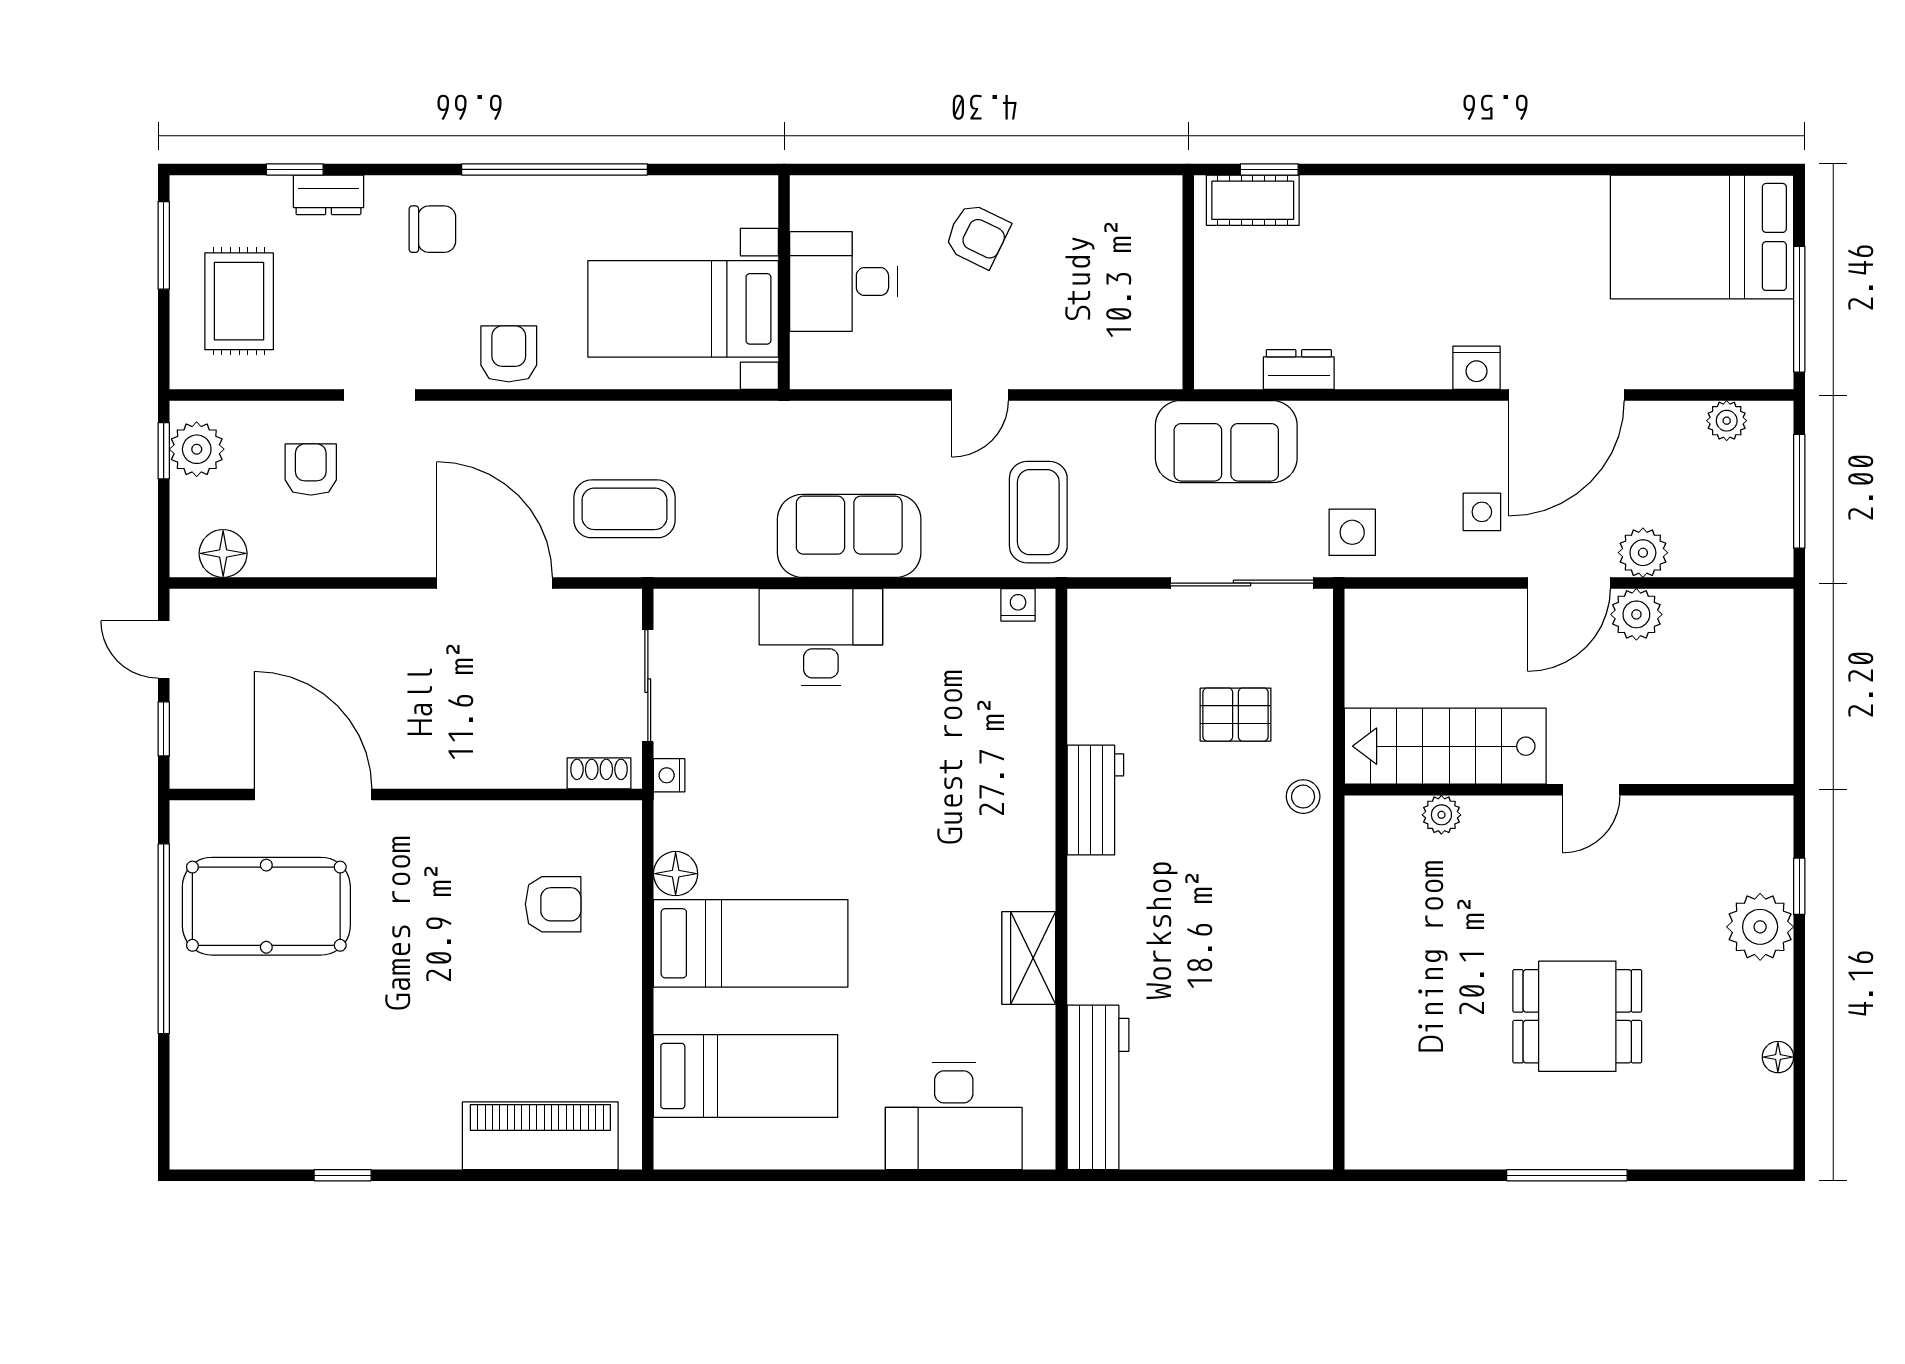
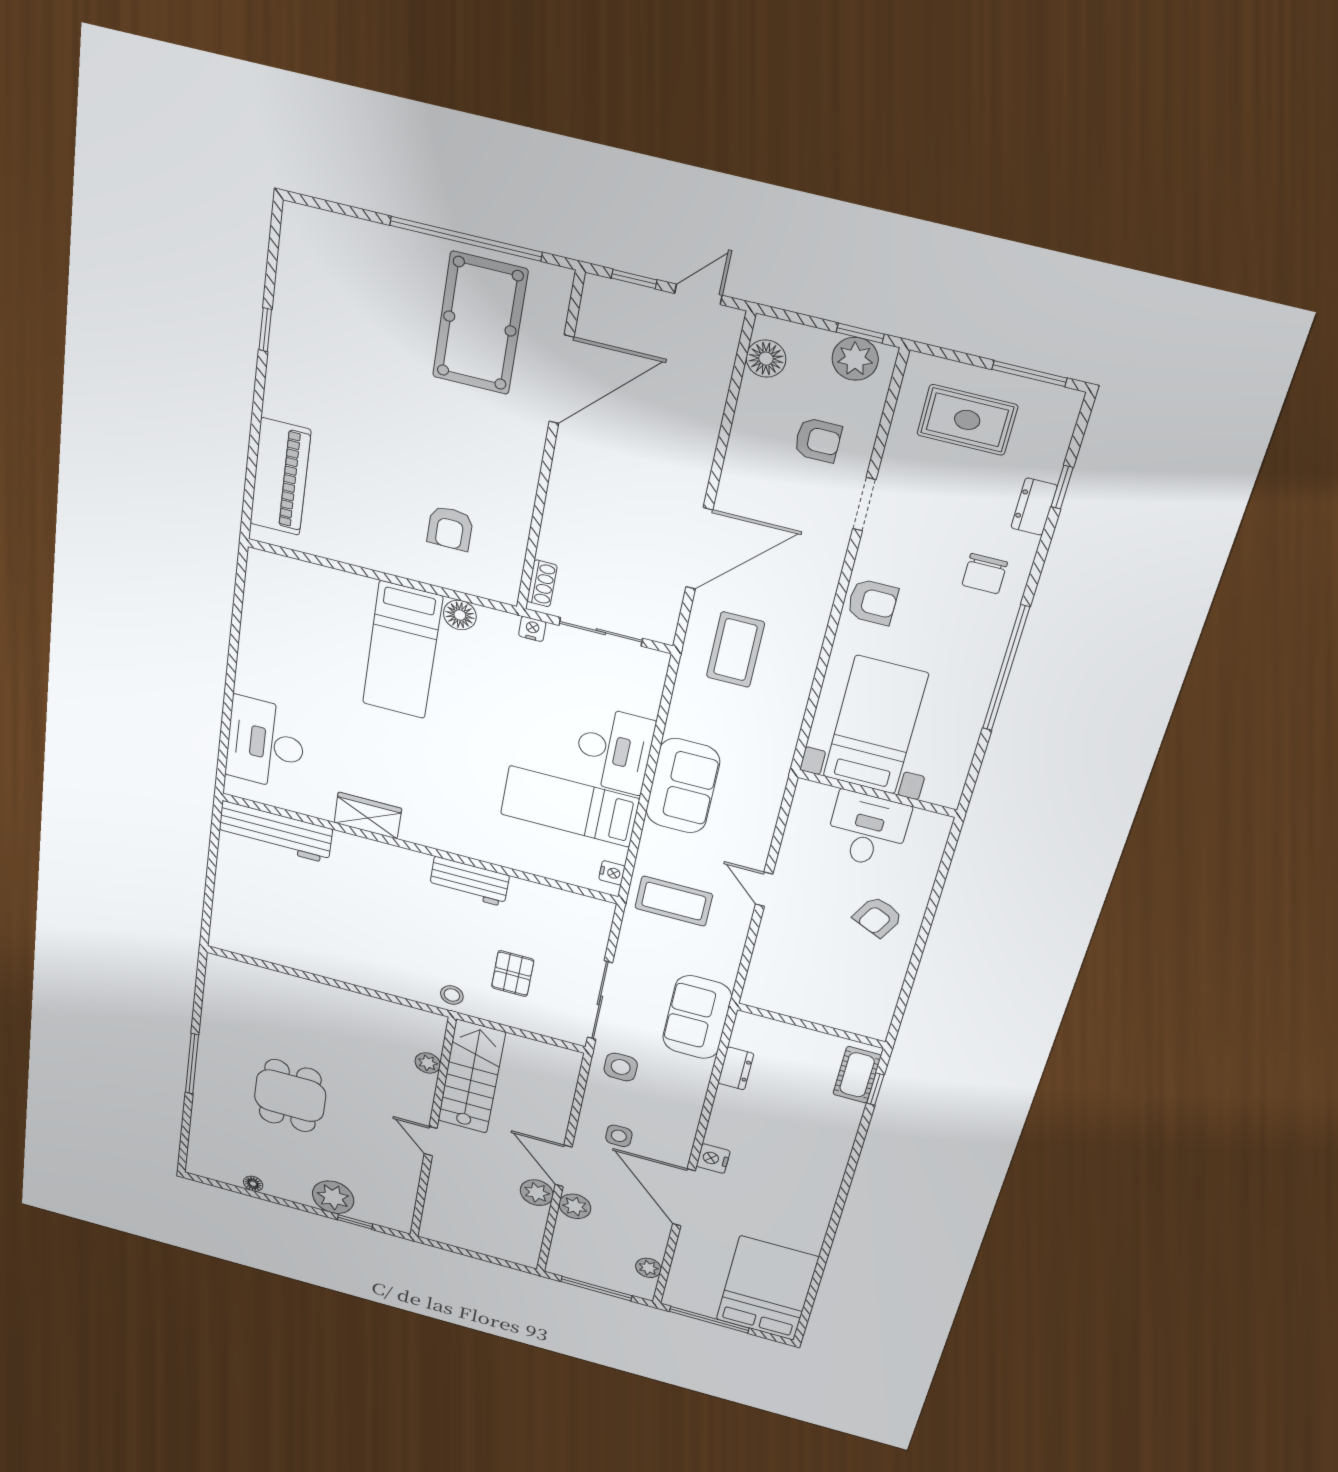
bed: (746, 1076) -> (570, 806), moved, turned 90

